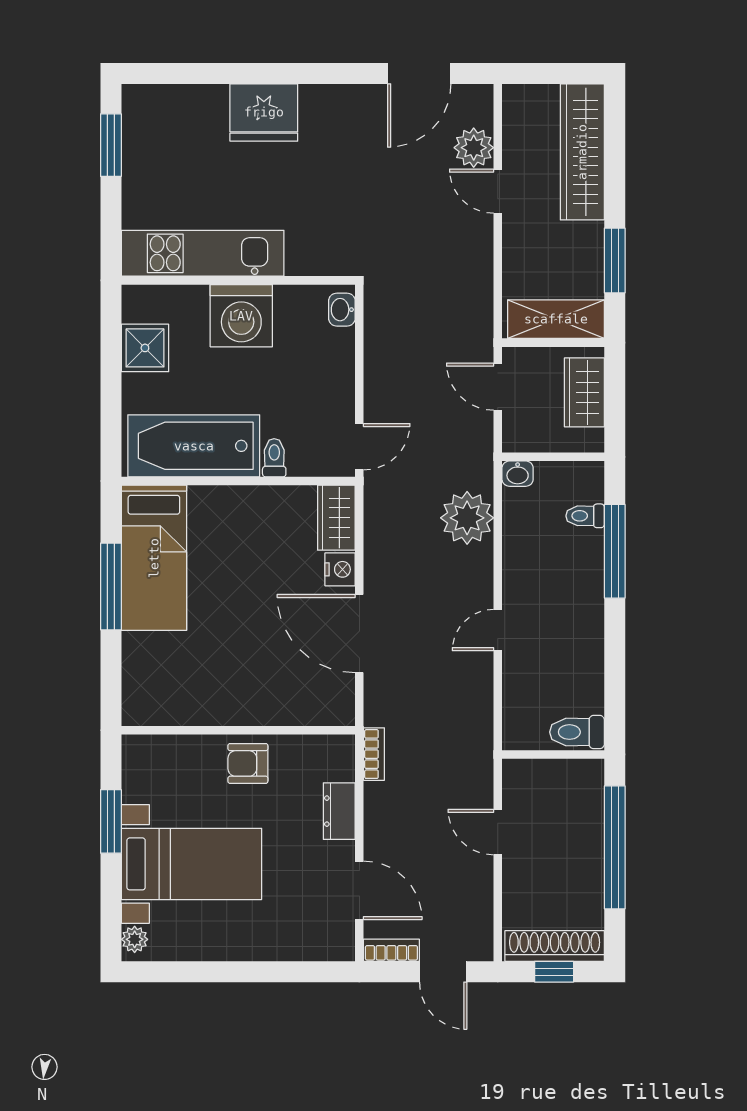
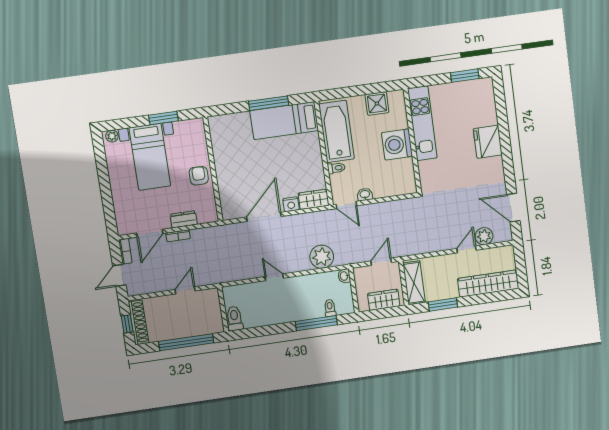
washbasin: (342, 310) -> (365, 194), moved
bookcase: (374, 754) -> (178, 236), moved

